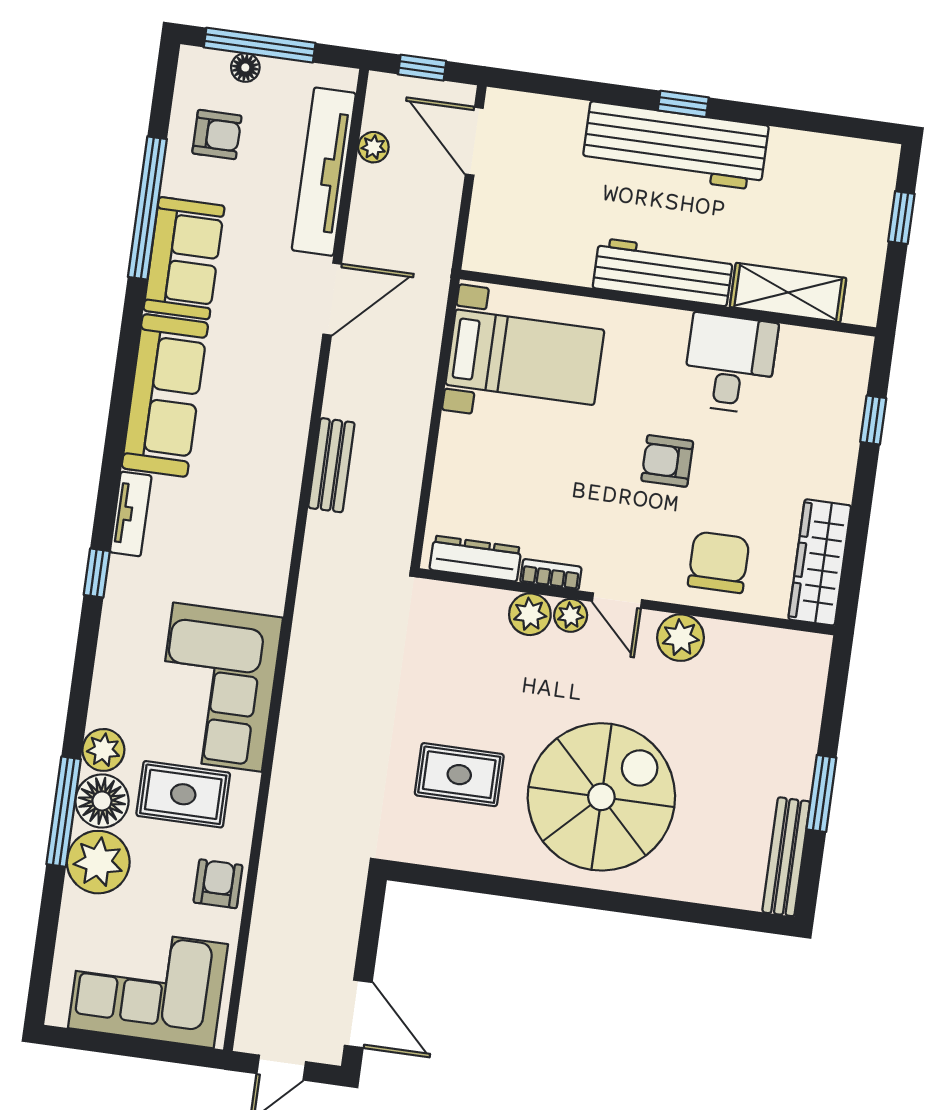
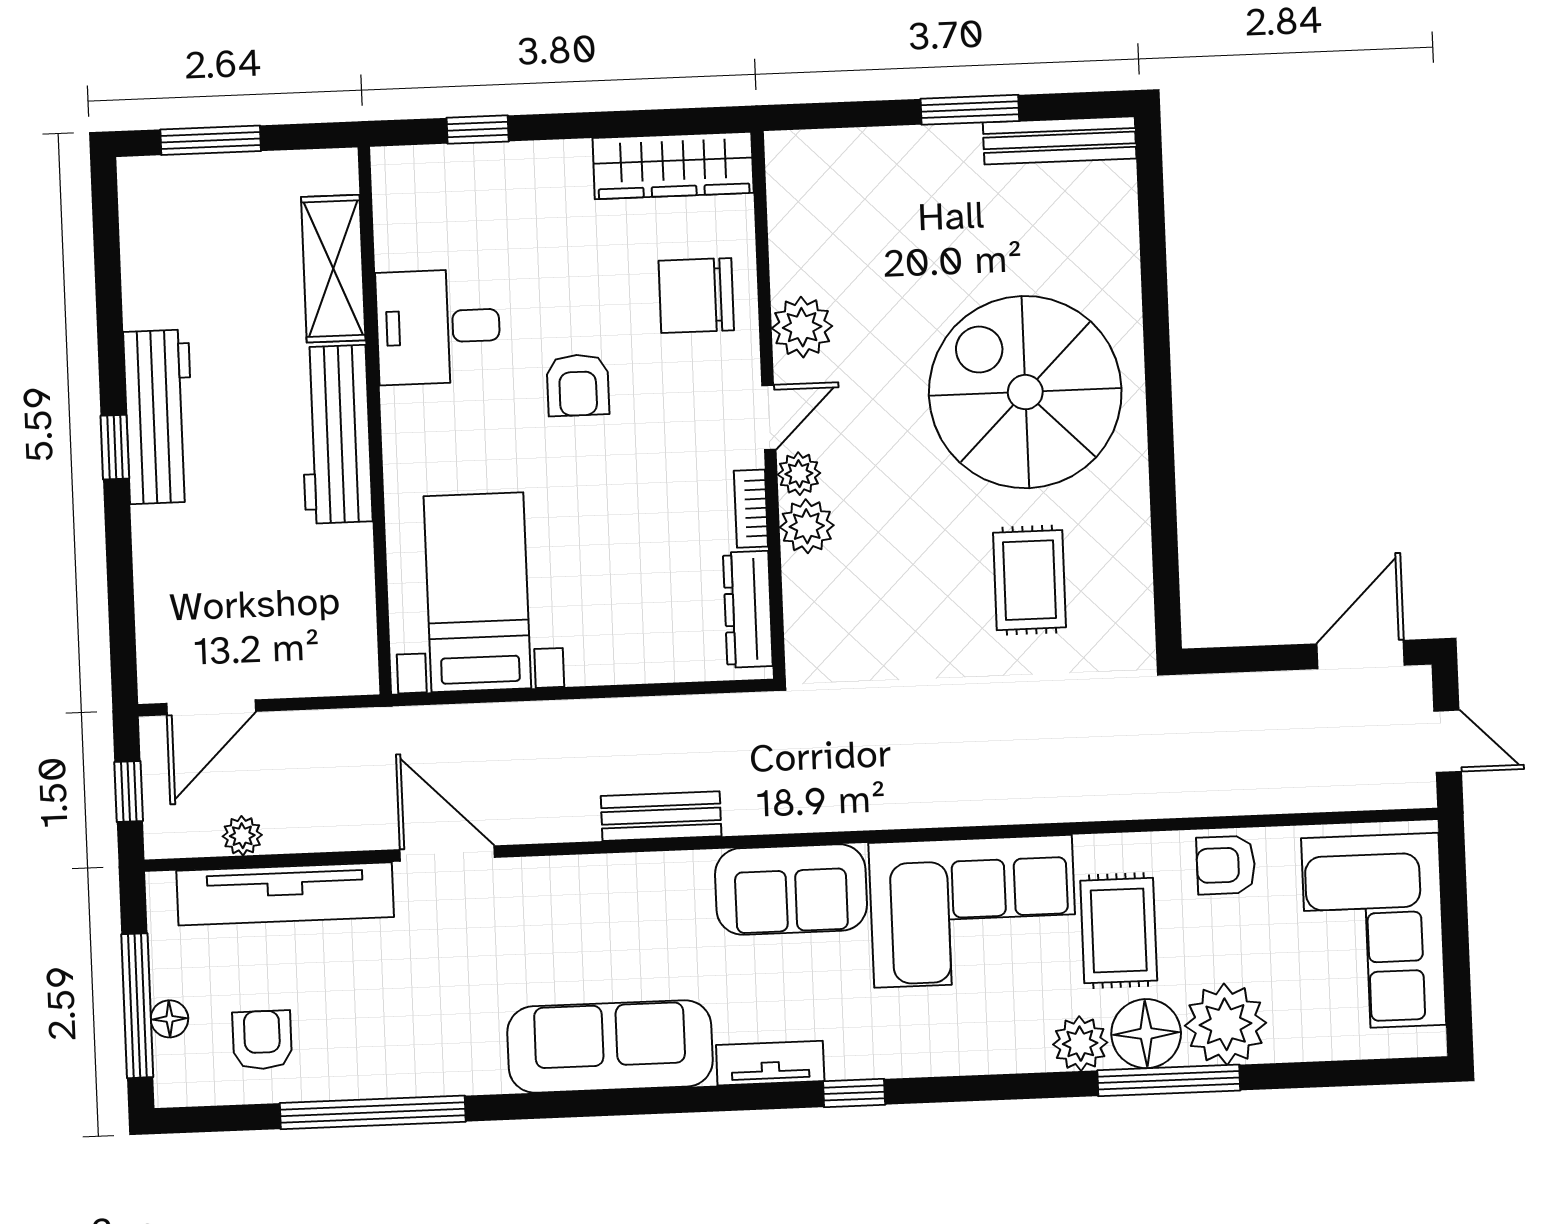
workbench: (675, 146) -> (159, 417), width x0.73, depth x0.76
window: (901, 218) -> (211, 140), width x1.50
sofa: (184, 258) -> (791, 889), moved, turned 180

